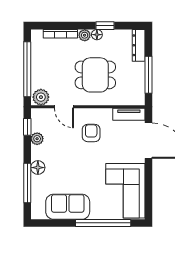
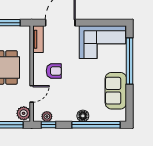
armchair: (91, 133) -> (54, 71), turned 180
plant: (37, 139) -> (47, 116), moved
window: (27, 183) -> (96, 125), width x1.46

